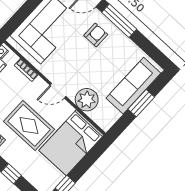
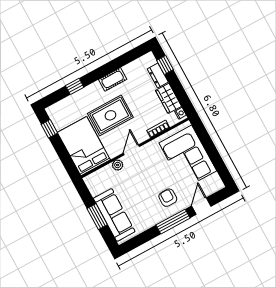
armchair: (96, 35) -> (168, 198), turned 180
plant: (87, 100) -> (118, 165), width x0.53, depth x0.53

